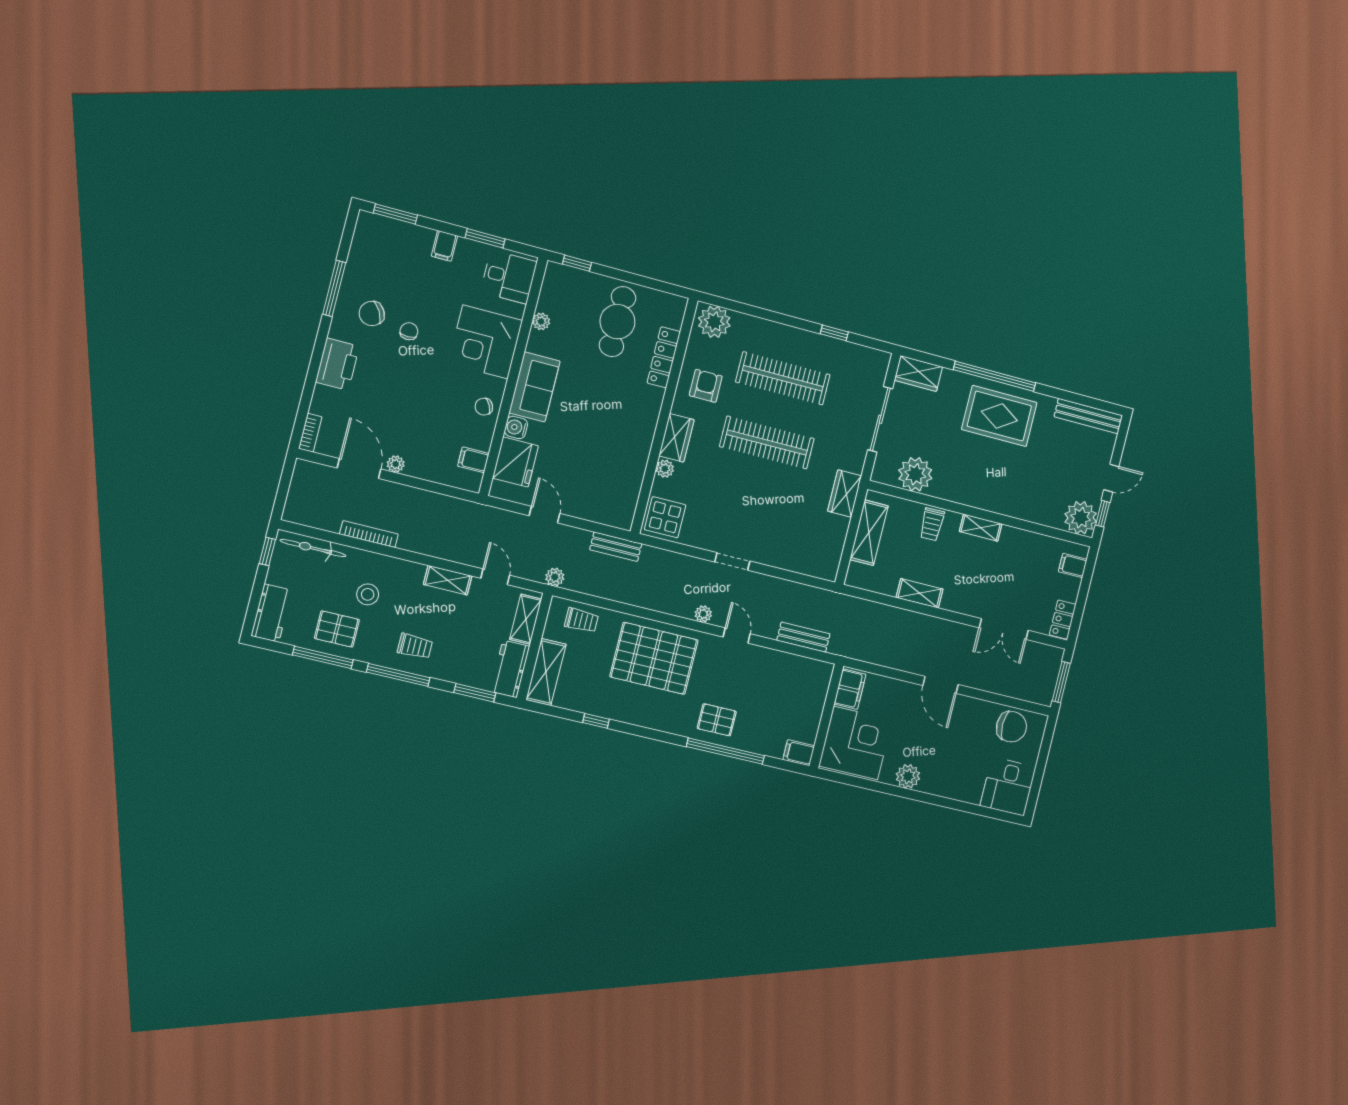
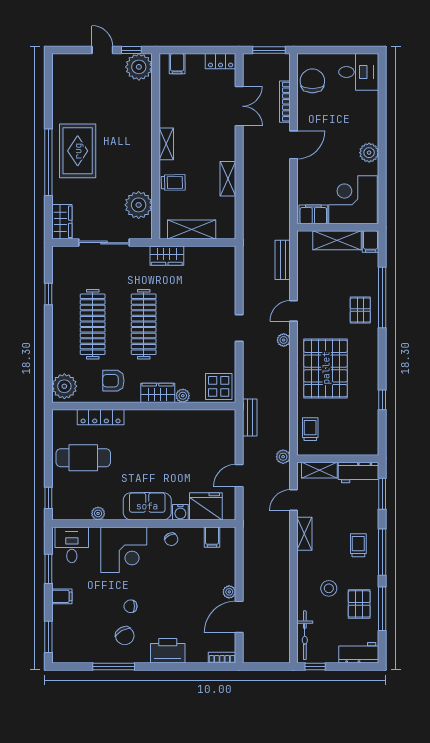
bench: (1088, 416) -> (59, 81), removed
bookcase: (369, 534) -> (285, 102), moved
shelving: (546, 672) -> (337, 240), moved

